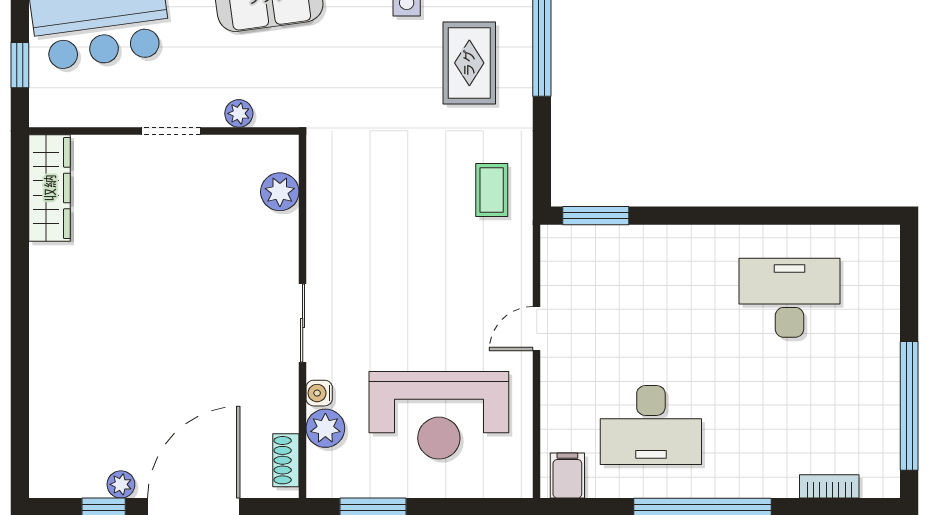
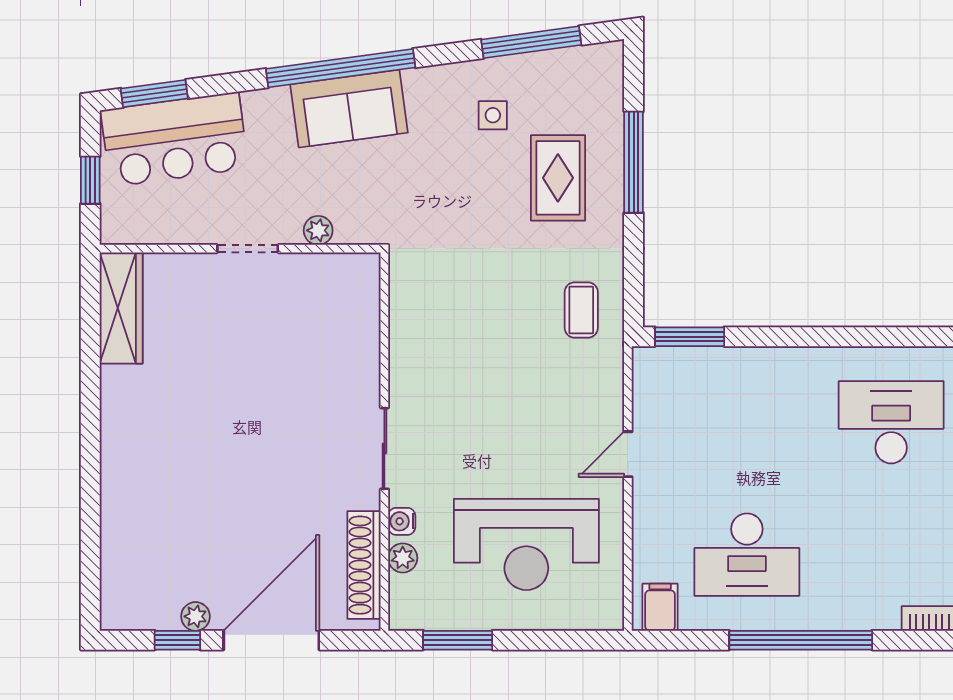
plant: (280, 192) -> (361, 312), removed
plant: (325, 428) -> (403, 558), width x0.73, depth x0.73
shoe rack: (286, 460) -> (364, 565), width x1.94, depth x1.24

